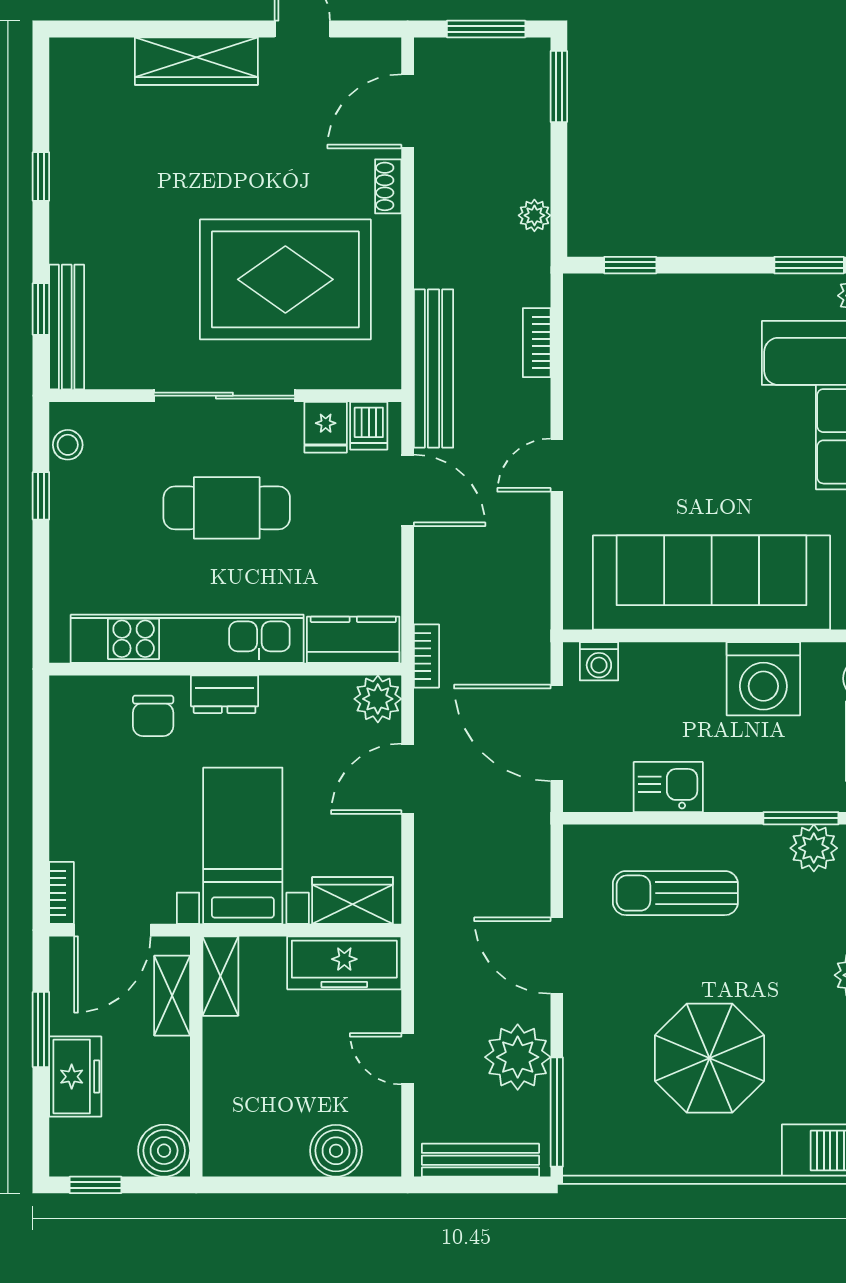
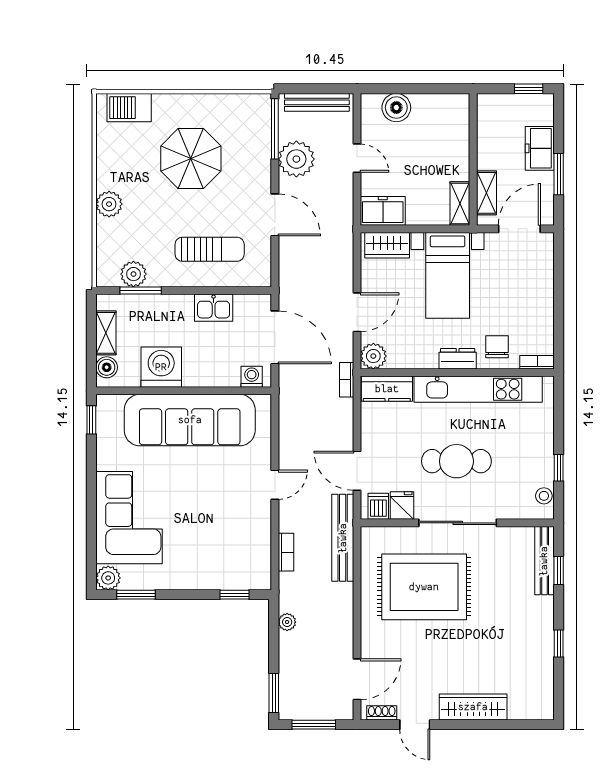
shoe rack: (388, 186) -> (382, 713), moved, turned -90
bookcase: (62, 893) -> (537, 362), moved, turned 90
freezer: (344, 963) -> (383, 211), width x0.71
boiler: (164, 1151) -> (491, 108), removed

